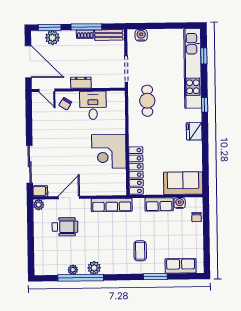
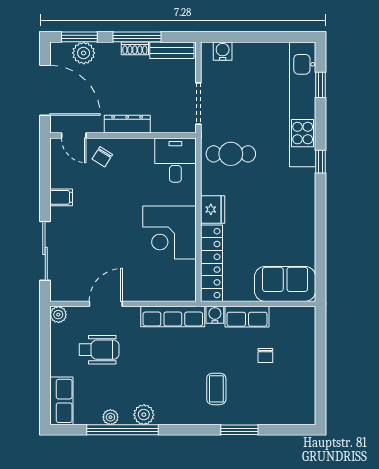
dresser: (81, 83) -> (127, 124), width x1.44
cafe table: (147, 101) -> (231, 154), turned 90
desk: (93, 105) -> (175, 160), moved
fridge: (194, 131) -> (213, 209), moved, turned 180
filing cabinet: (40, 191) -> (61, 197), moved
water cooler: (180, 203) -> (215, 315), moved
chair: (197, 217) -> (265, 355), moved
row of seats: (181, 266) -> (61, 401), moved, turned 90

